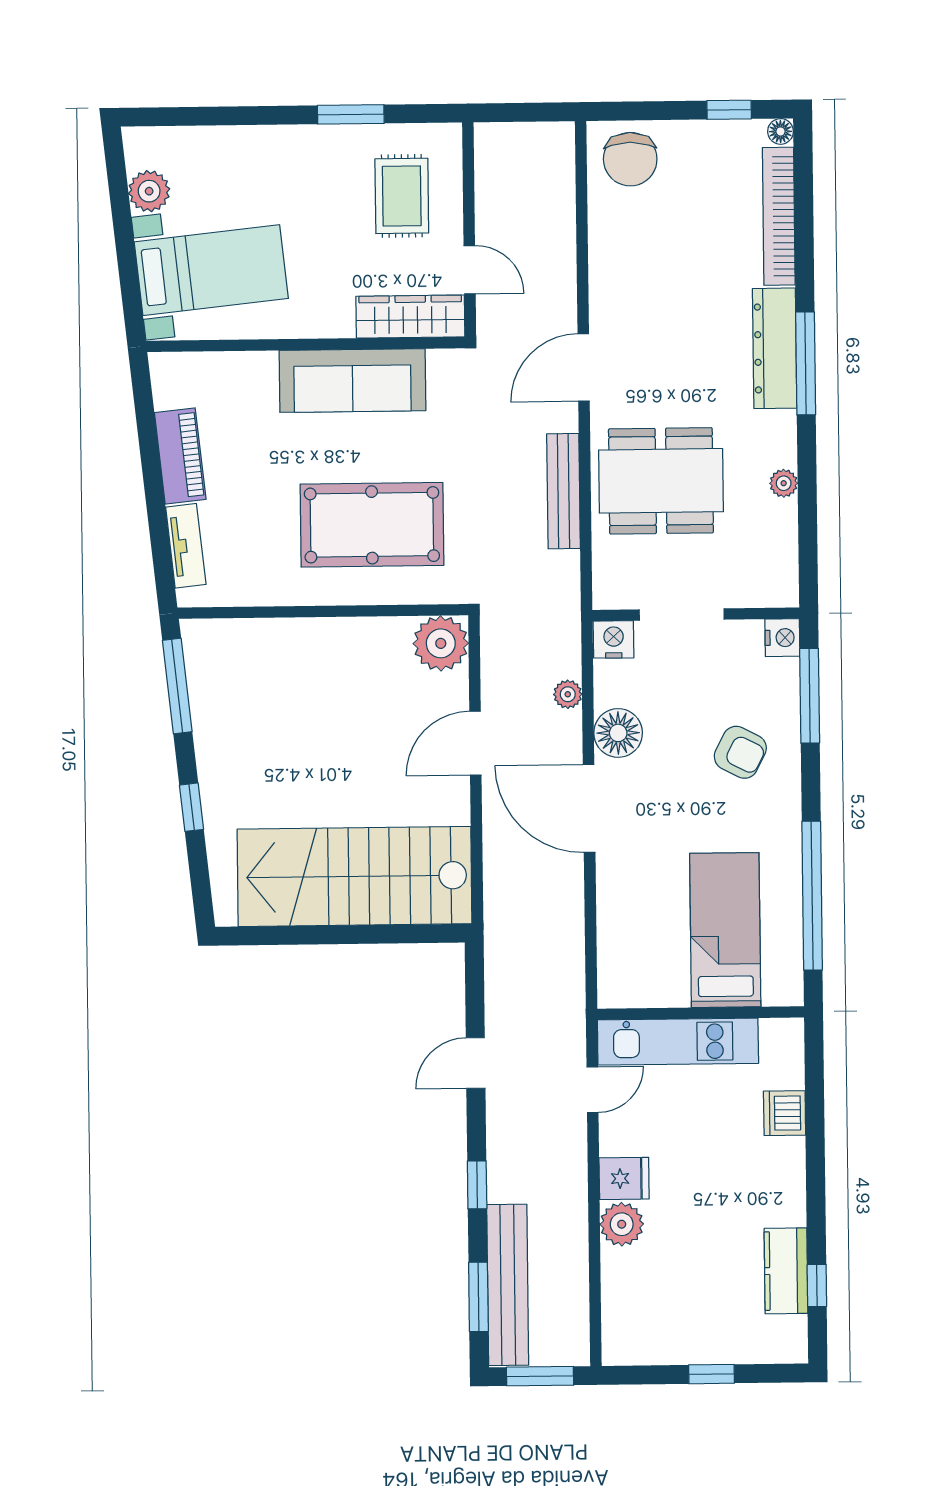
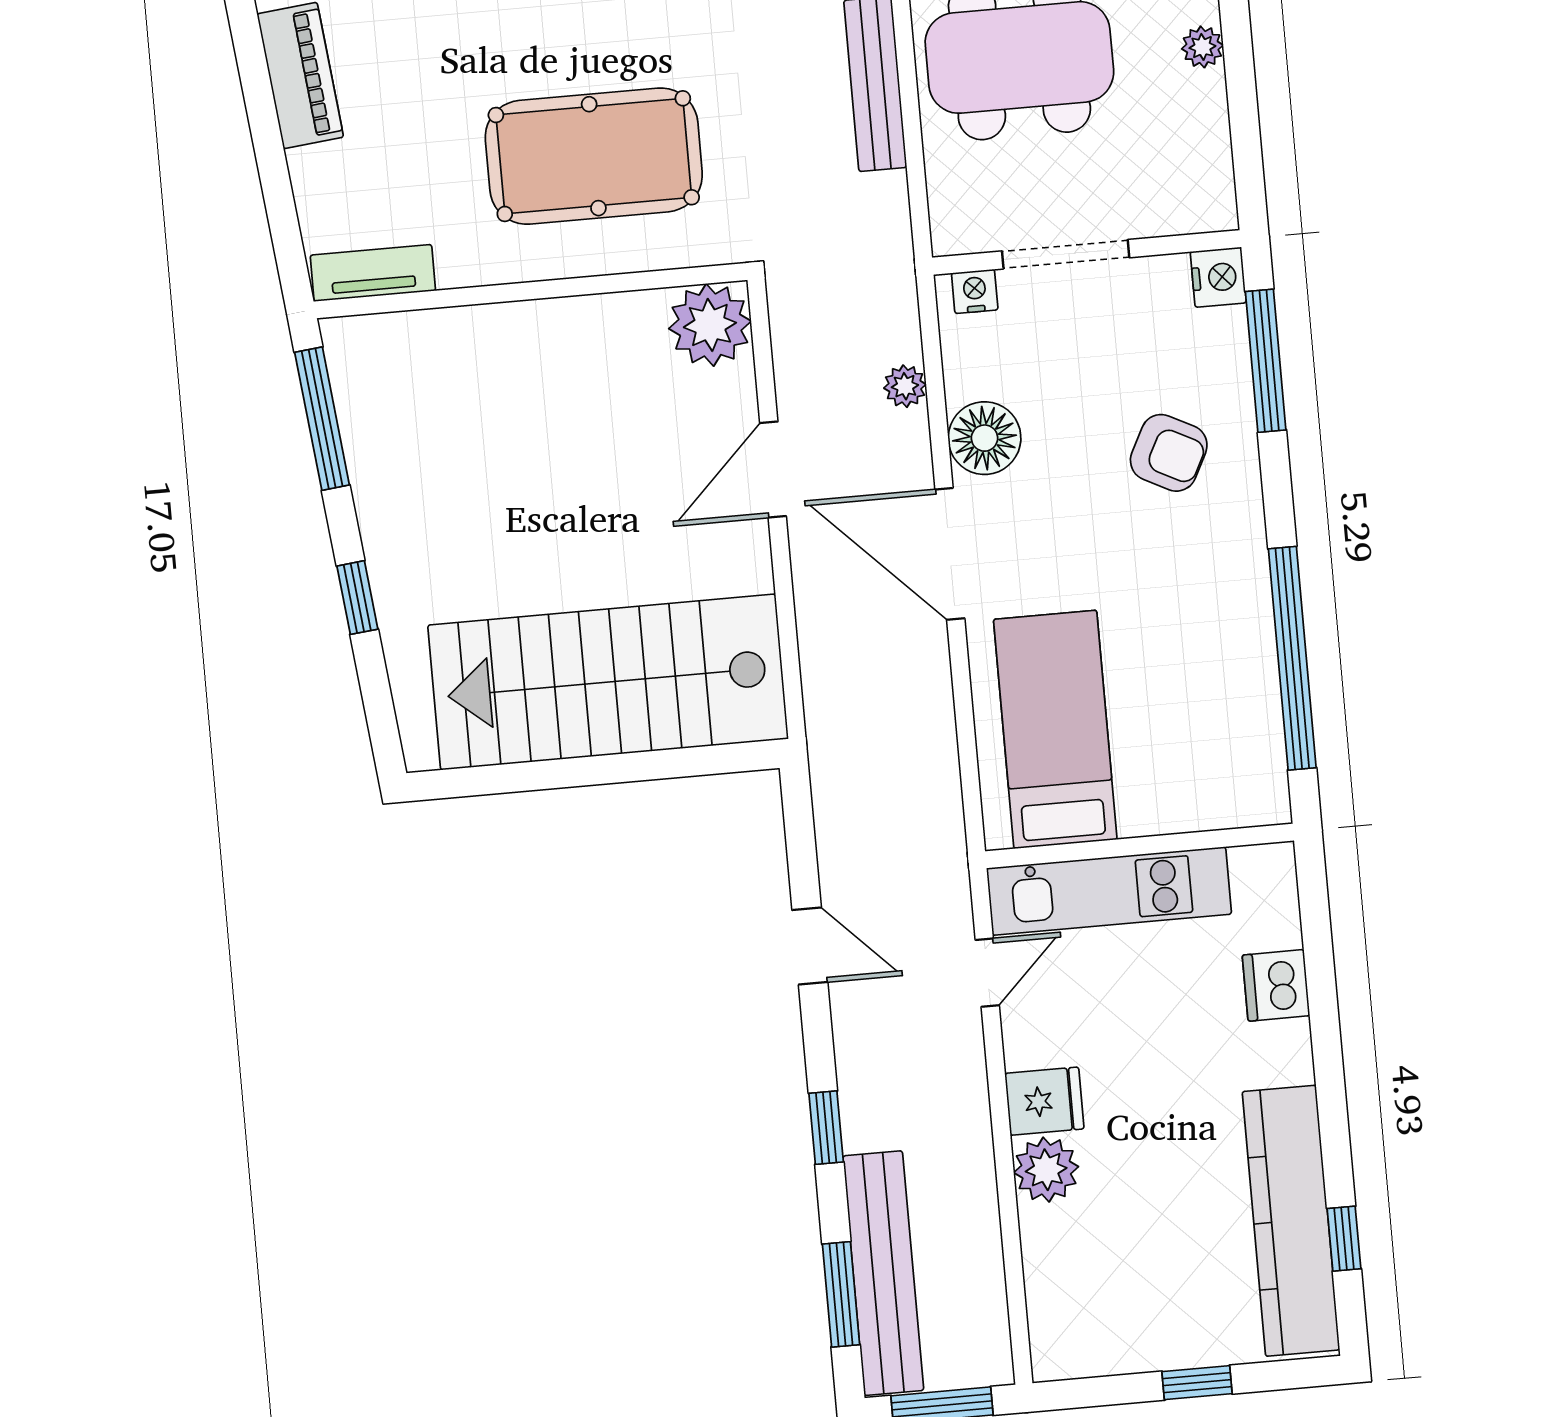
tv unit: (186, 546) -> (373, 273), moved, turned -84
nightstand: (614, 639) -> (975, 291), width x0.72, depth x0.74
bed: (725, 930) -> (1055, 729), moved
door: (476, 1063) -> (810, 946), swing flipped
kitchen counter: (786, 1271) -> (1291, 1221), width x2.08, depth x1.17

